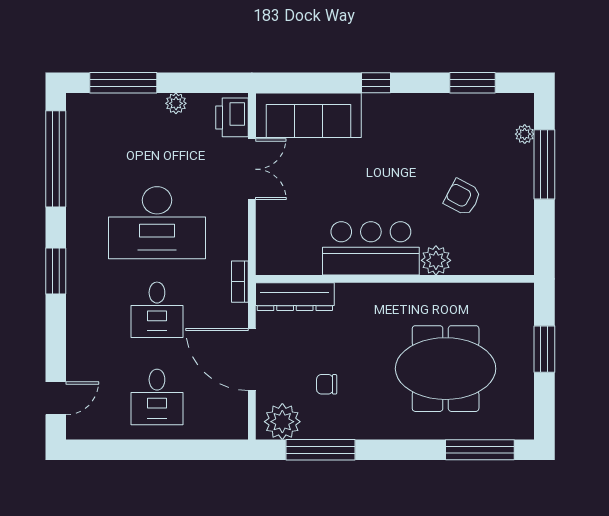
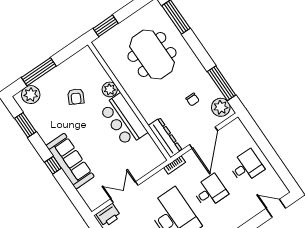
sofa: (308, 115) -> (70, 161), moved
plant: (525, 134) -> (31, 95), width x1.87, depth x1.87
window: (544, 349) -> (106, 26), moved

